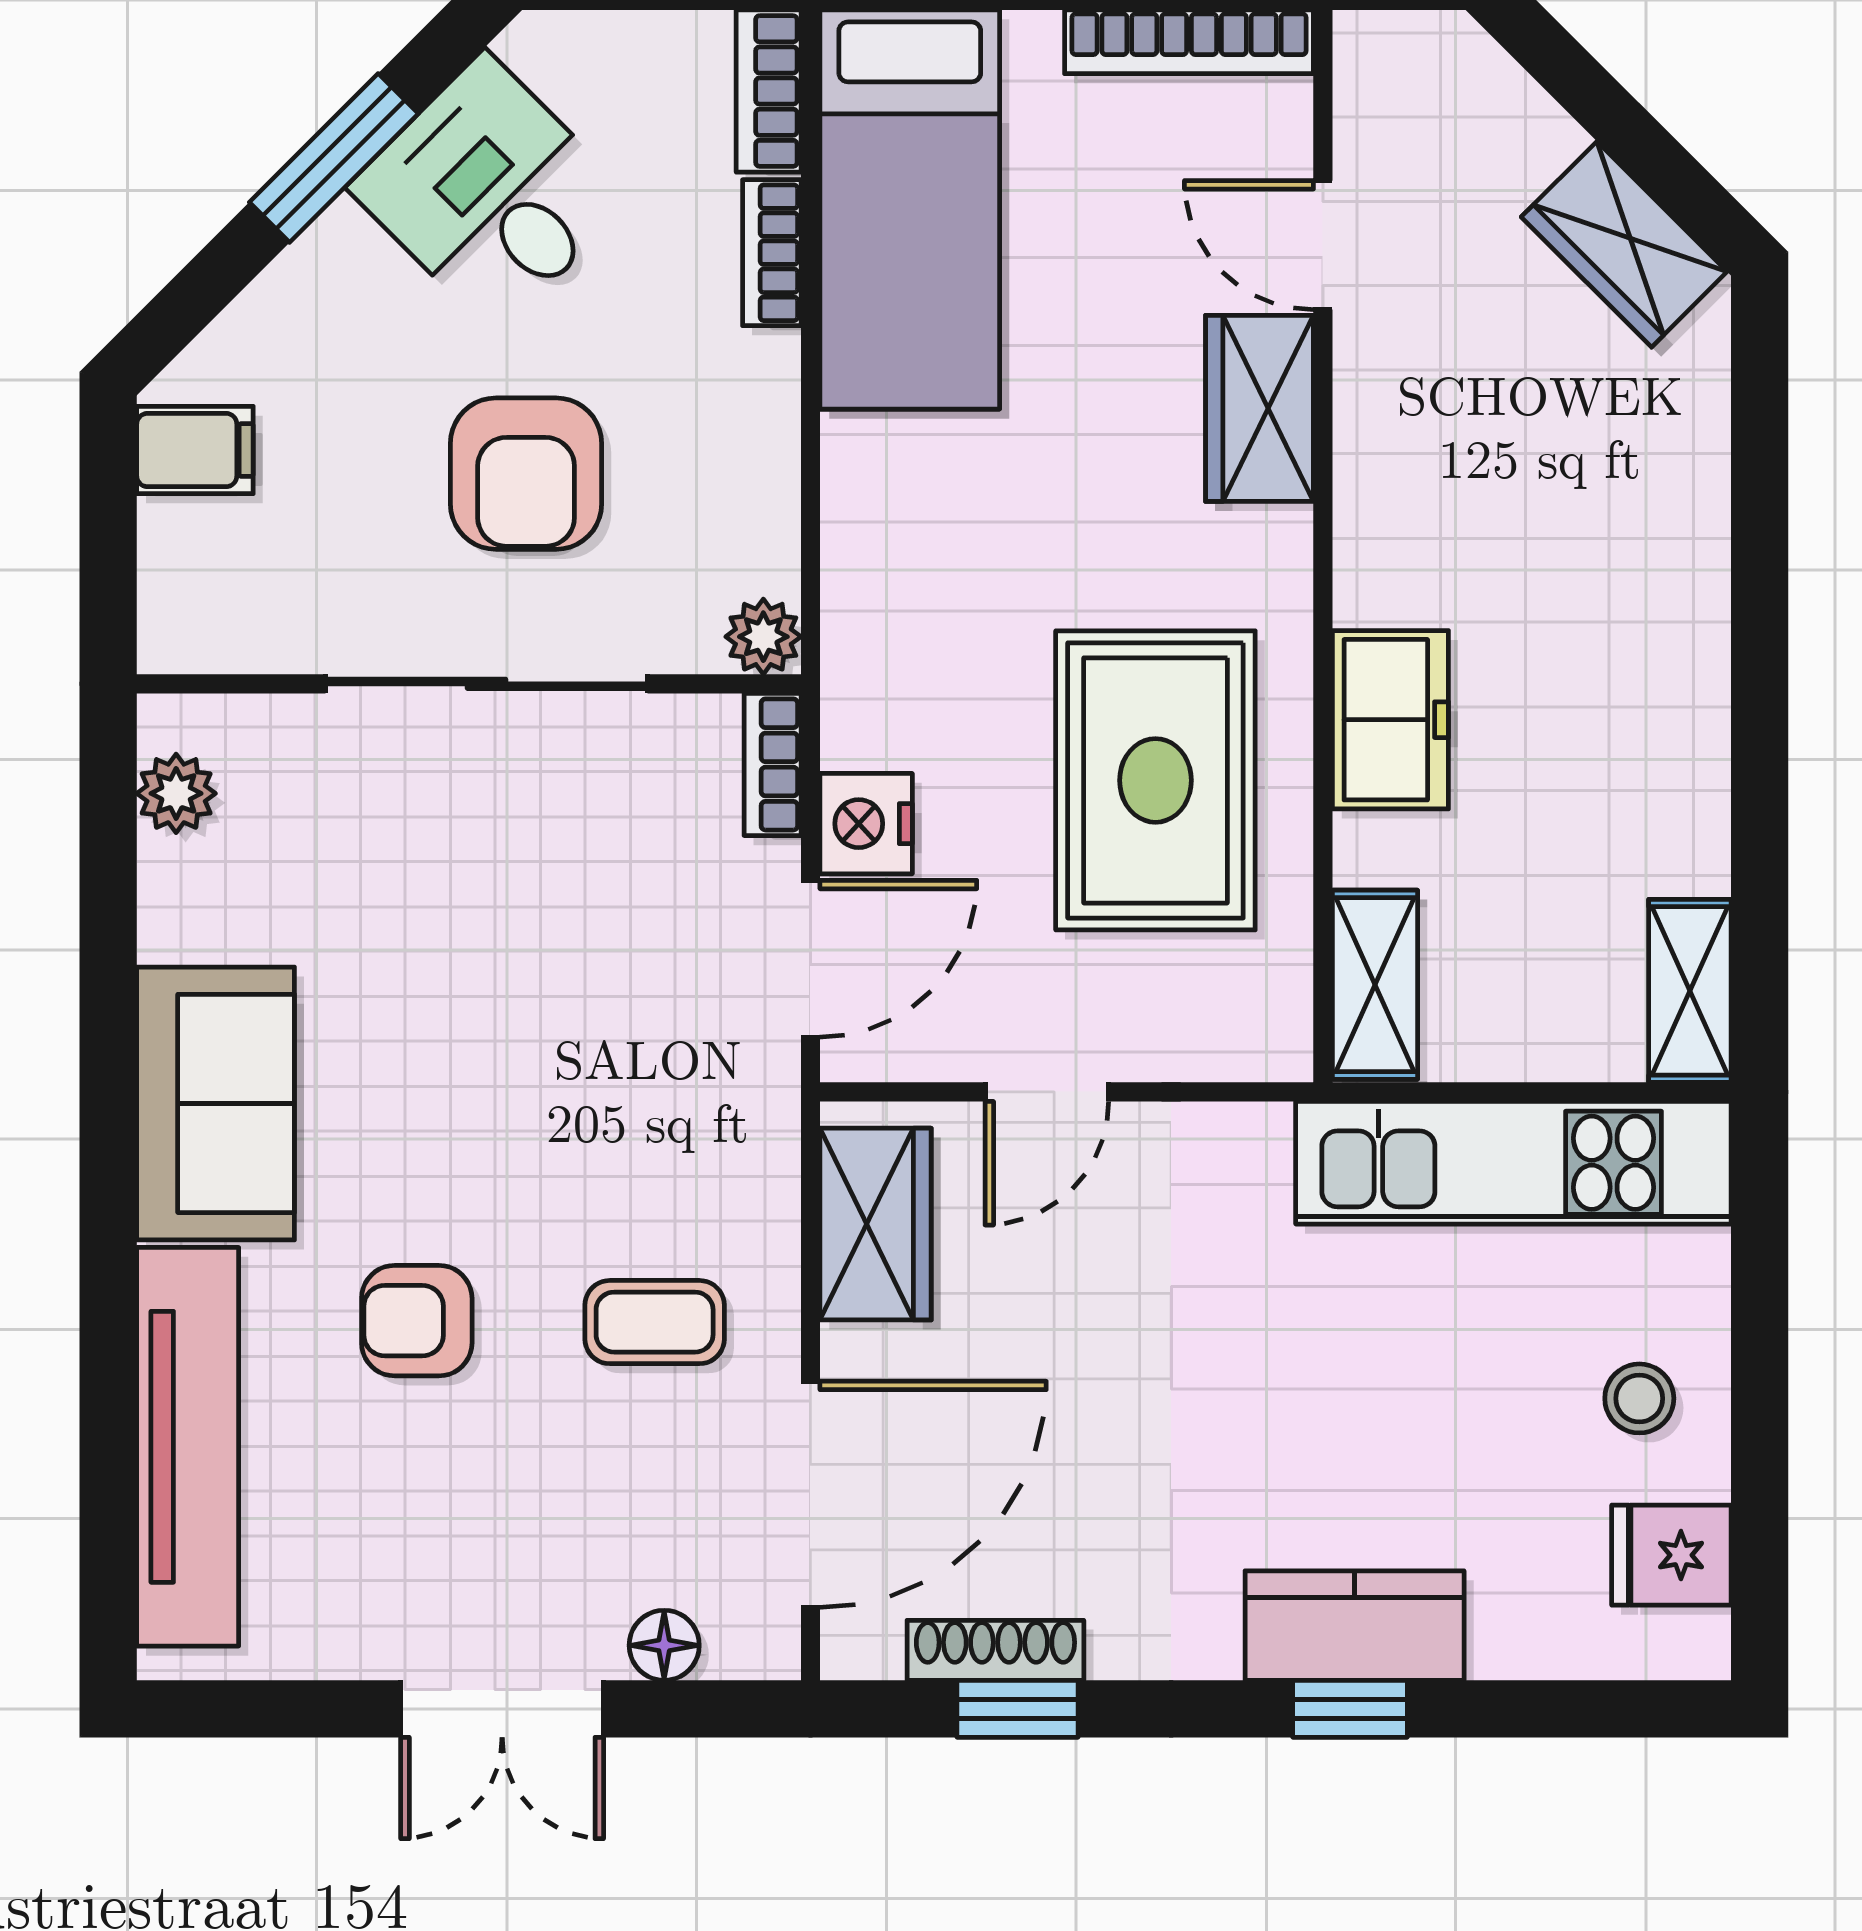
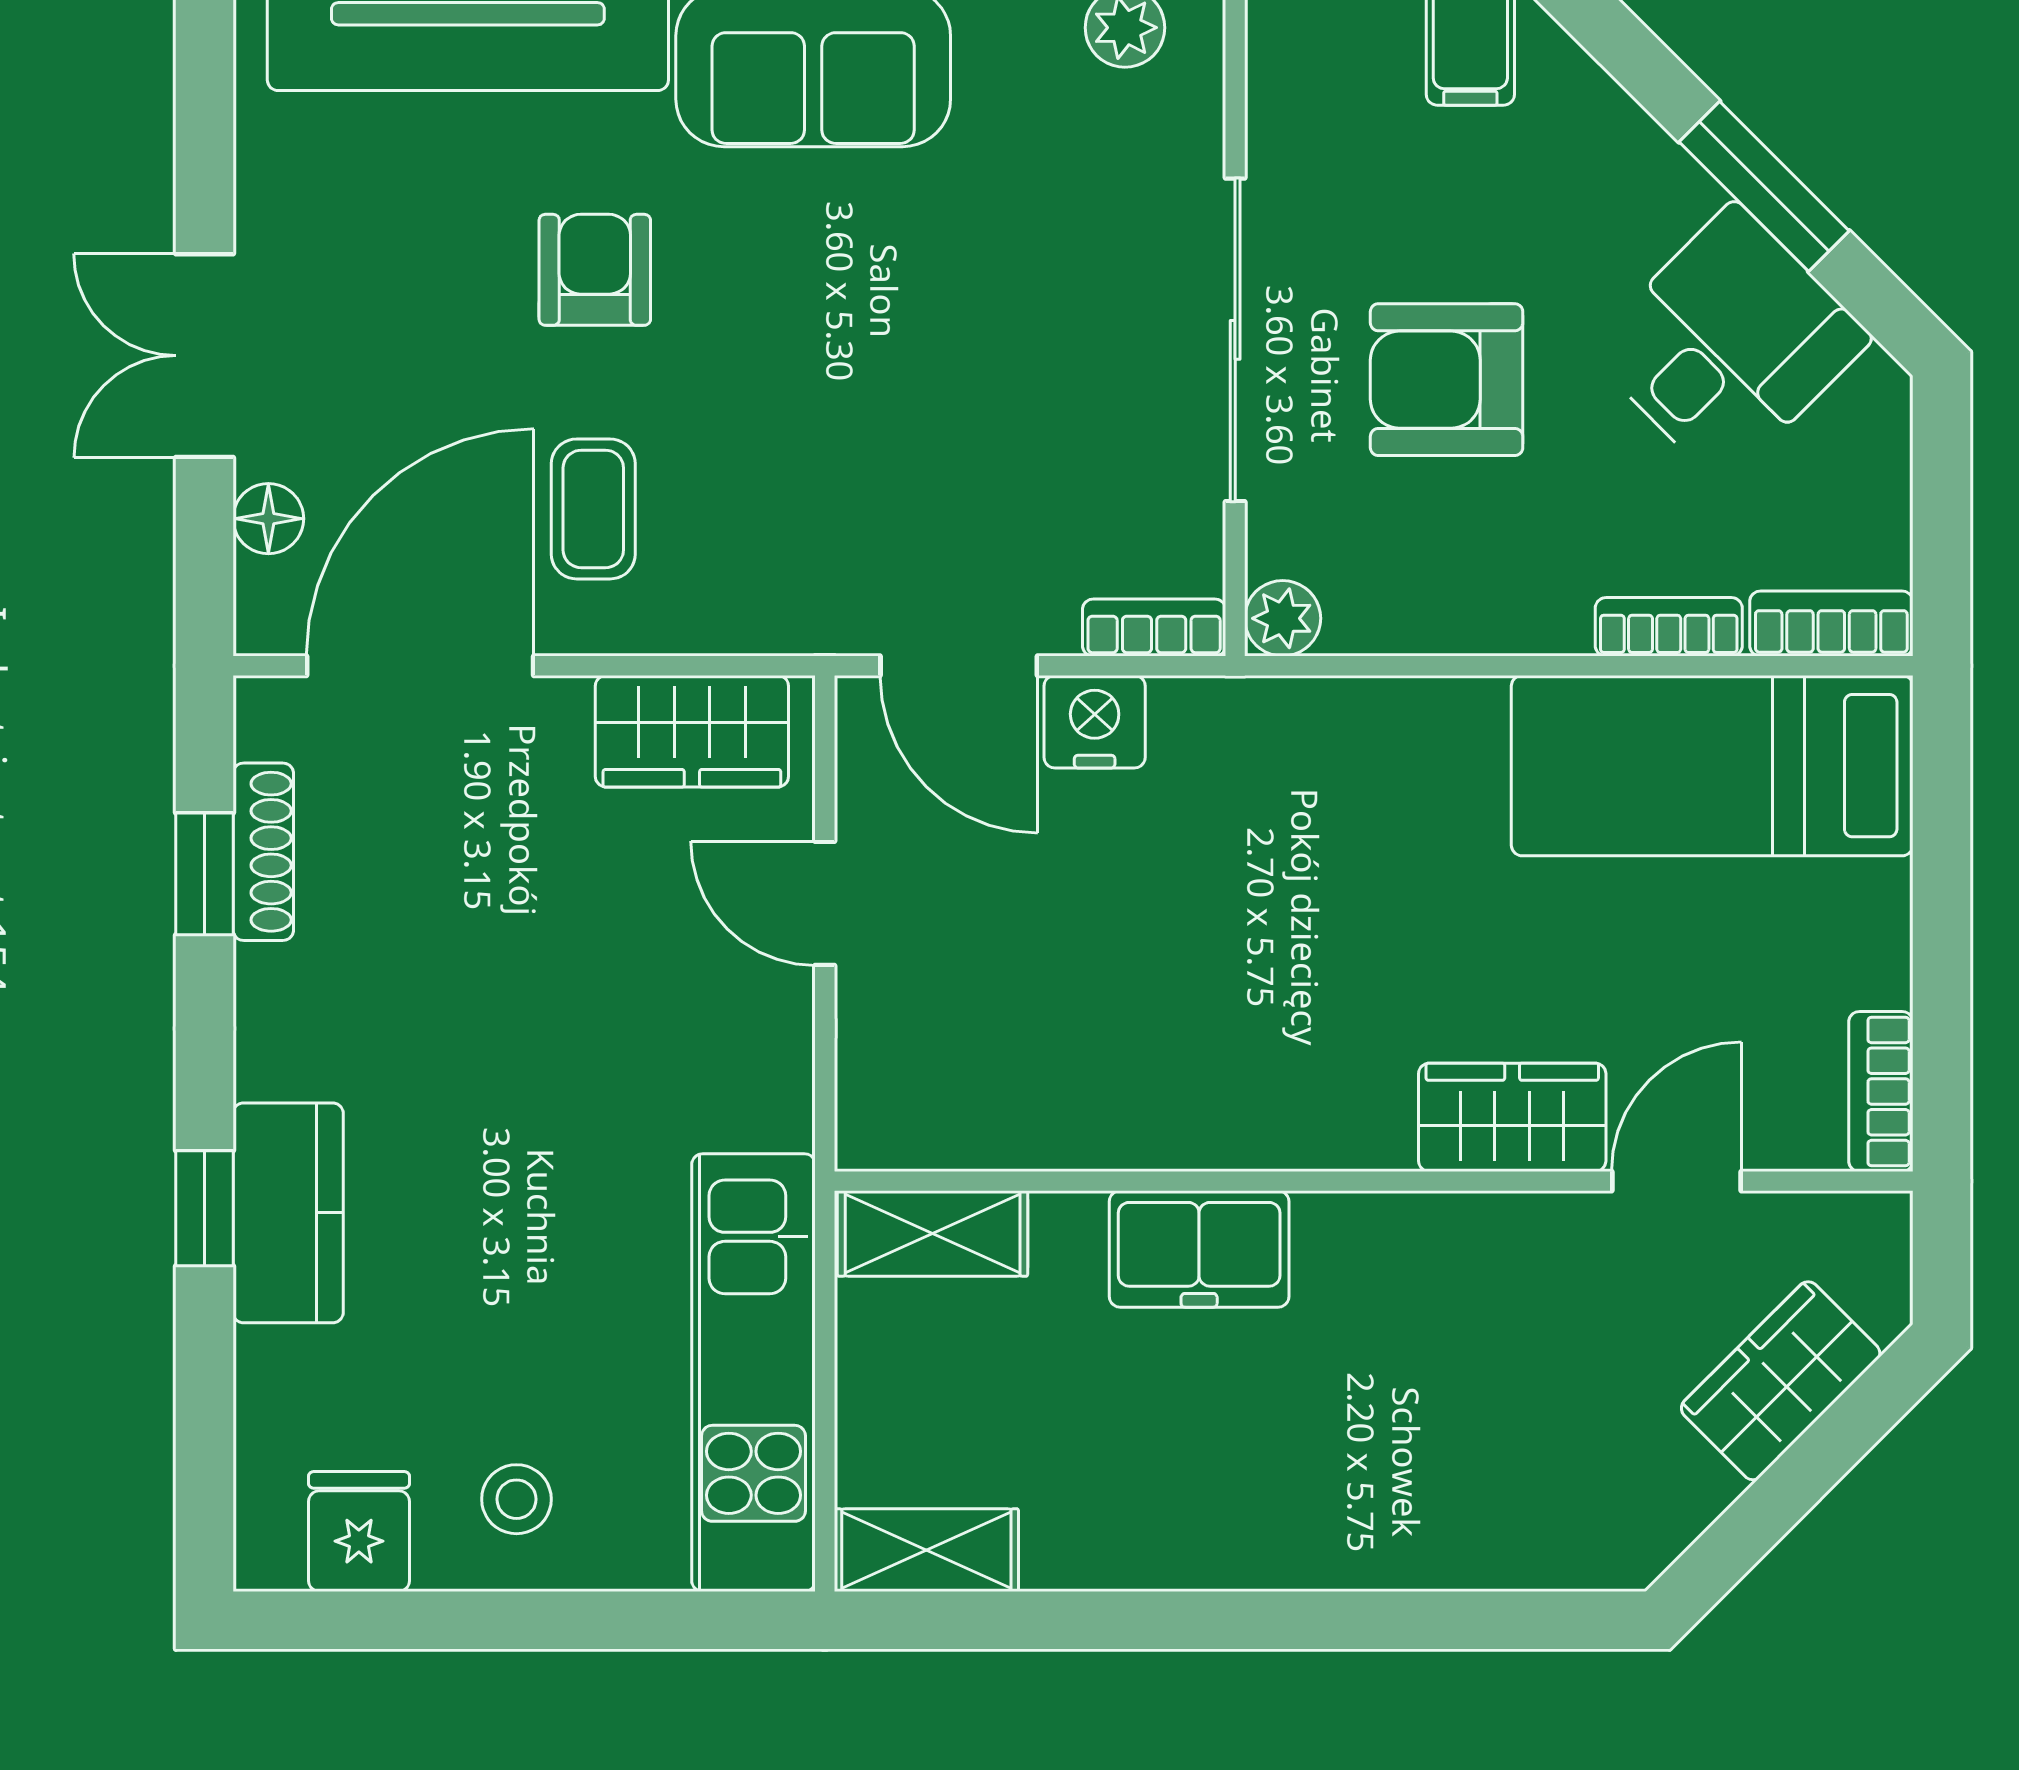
bookcase: (1189, 42) -> (1881, 1091), width x0.64
wardrobe: (1624, 244) -> (1781, 1381), moved
rug: (1155, 780) -> (1138, 1013), removed
door: (810, 1494) -> (420, 666), swing flipped

